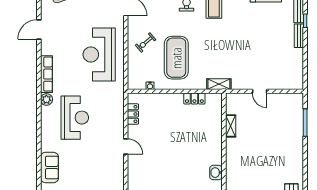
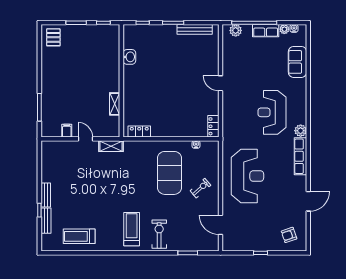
shelving: (219, 84) -> (111, 146), moved
locker: (194, 99) -> (139, 132), moved
filing cabinet: (278, 99) -> (67, 131), added
locker: (133, 114) -> (213, 126), moved

